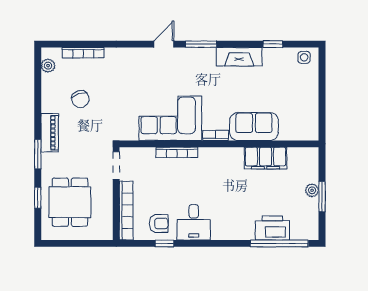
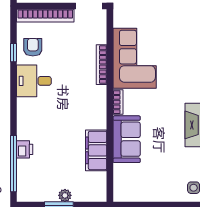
armchair: (159, 223) -> (33, 47), turned 180
printer: (272, 228) -> (25, 149), width x0.53, depth x0.68

